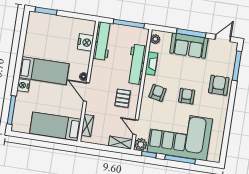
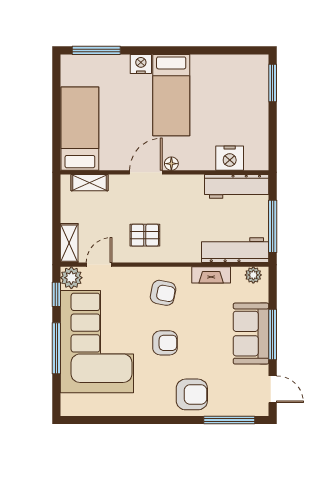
workbench: (137, 64) -> (235, 250), moved

